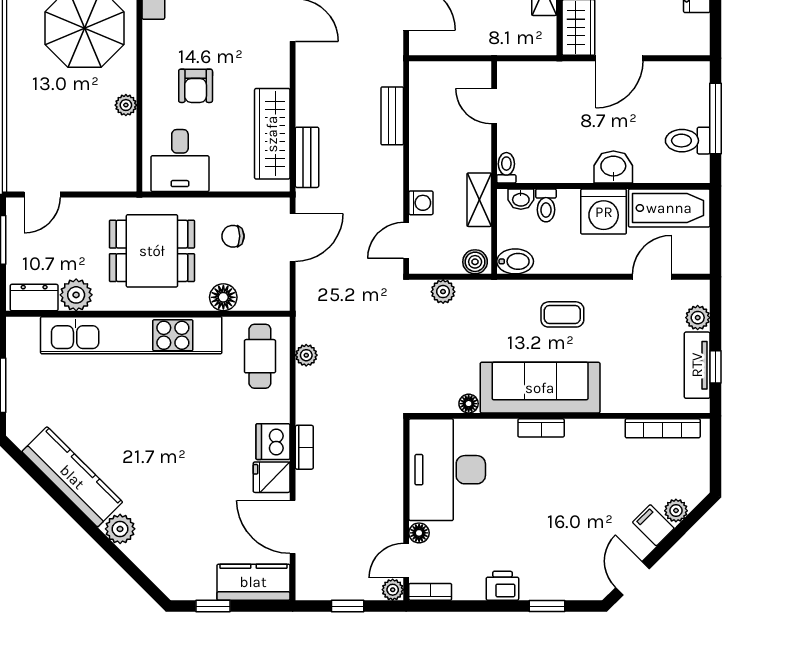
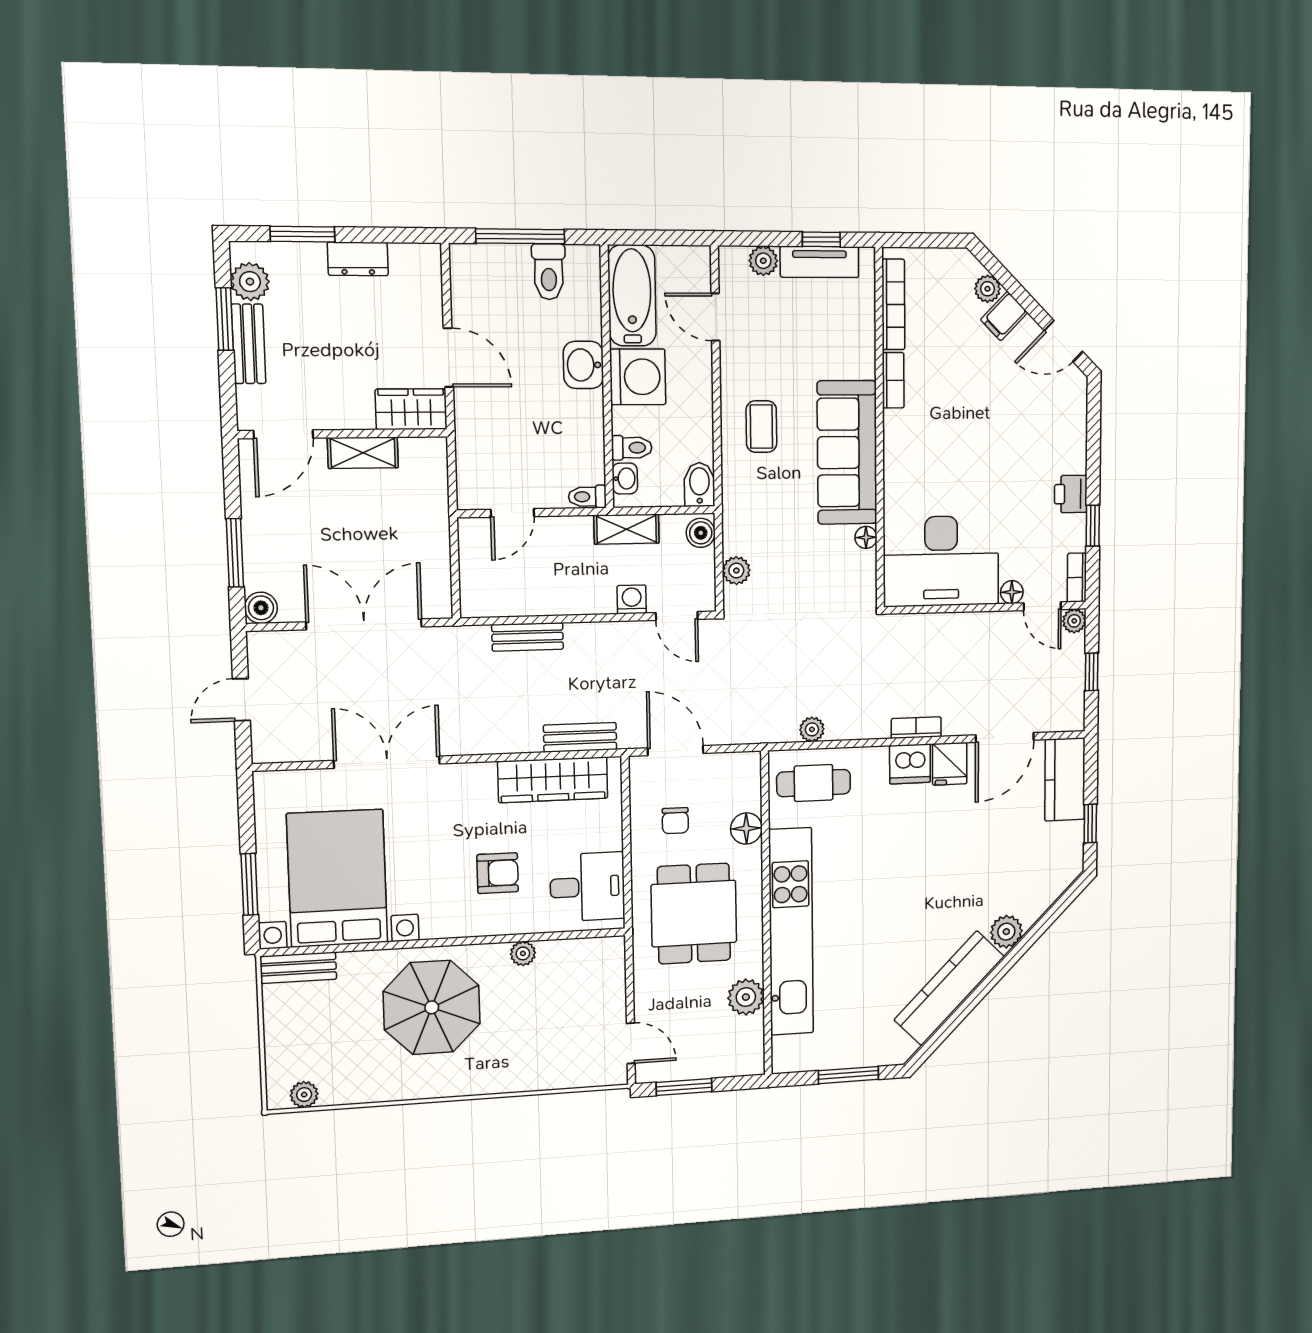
dresser: (34, 298) -> (749, 1044), removed
bookcase: (541, 428) -> (893, 380), moved
window: (547, 606) -> (1093, 526), moved

